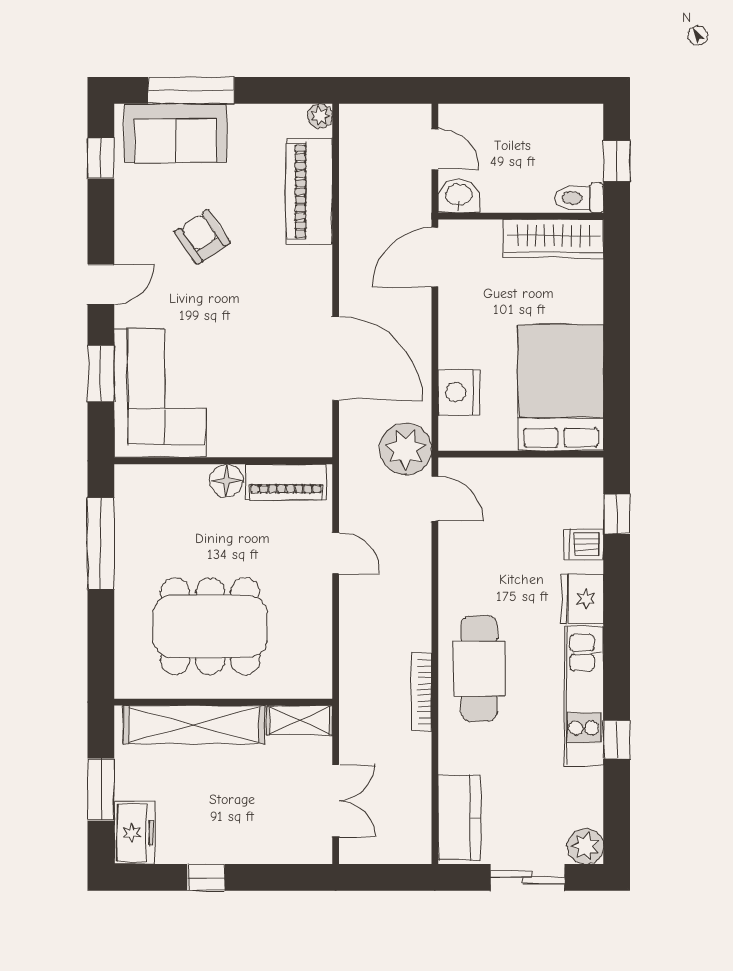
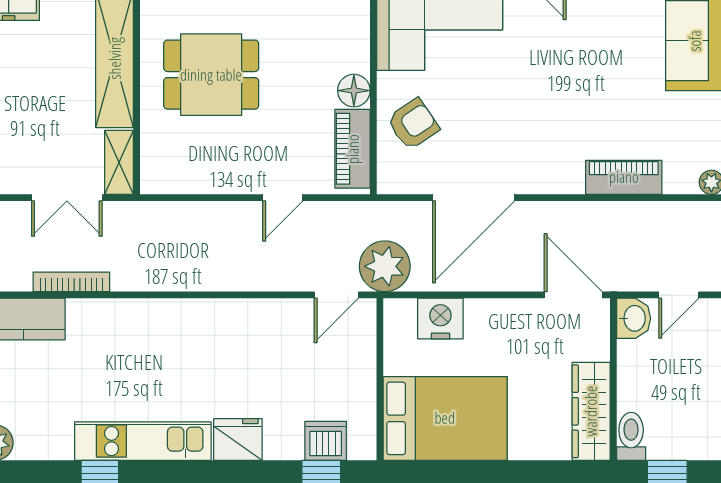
piano: (309, 191) -> (624, 177), width x0.73, depth x0.75
armchair: (202, 237) -> (413, 124), moved
dishwasher: (584, 544) -> (326, 441), moved, width x1.38
dining table: (210, 626) -> (211, 75), width x0.73
cafe table: (479, 669) -> (170, 338), removed
bookcase: (422, 692) -> (71, 282), moved
double door: (336, 801) -> (67, 198), moved

